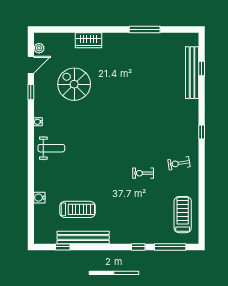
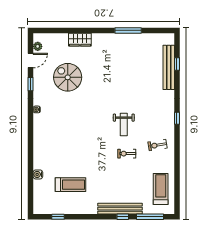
weight bench: (51, 148) -> (124, 124), moved, turned 90
bench: (83, 237) -> (120, 209), moved

